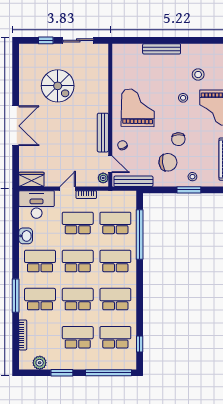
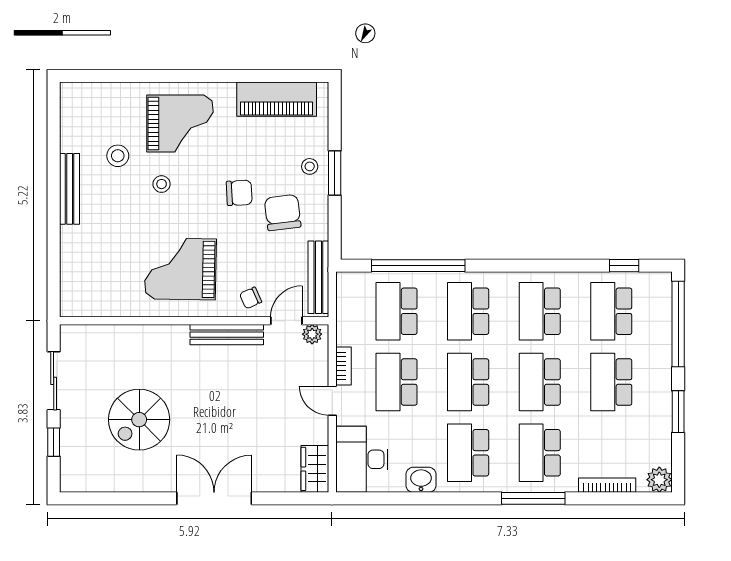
bench: (162, 49) -> (70, 189), moved
spiral stairs: (58, 86) -> (139, 420), turned 180
plant: (40, 363) -> (659, 480), moved

